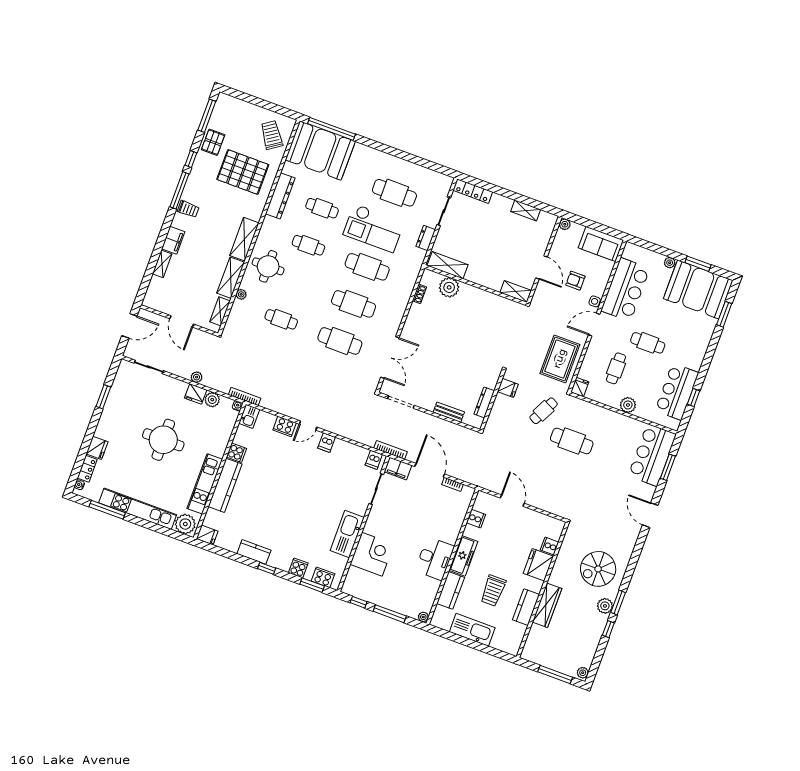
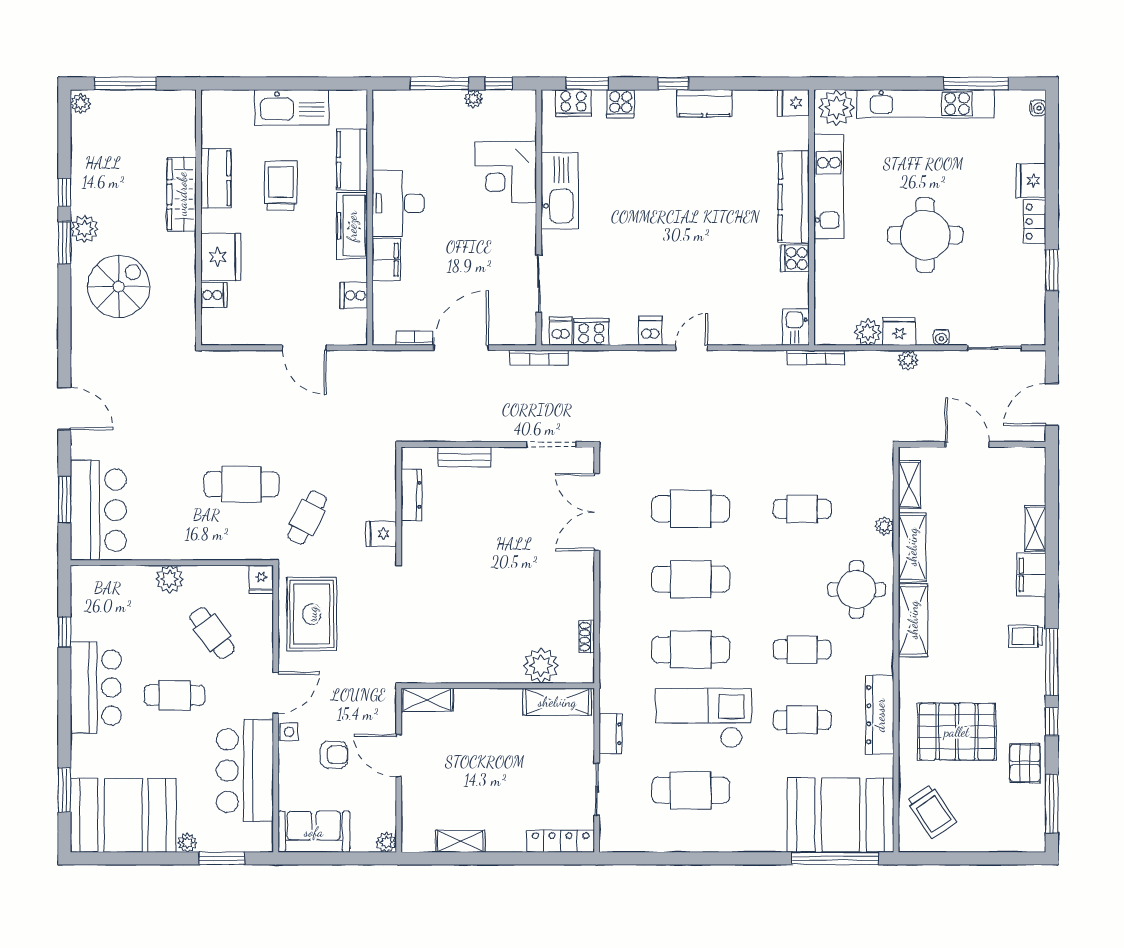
window: (698, 264) -> (222, 858), moved
cafe table: (616, 368) -> (212, 633), turned -37
bar counter: (677, 392) -> (96, 688), moved
water cooler: (237, 406) -> (941, 337), moved
cooker: (285, 426) -> (591, 332), moved
locker: (87, 469) -> (1035, 222), moved
filing cabinet: (398, 469) -> (386, 260), moved, turned 90
door: (430, 470) -> (461, 348), swing flipped
plant: (423, 617) -> (473, 99), moved

